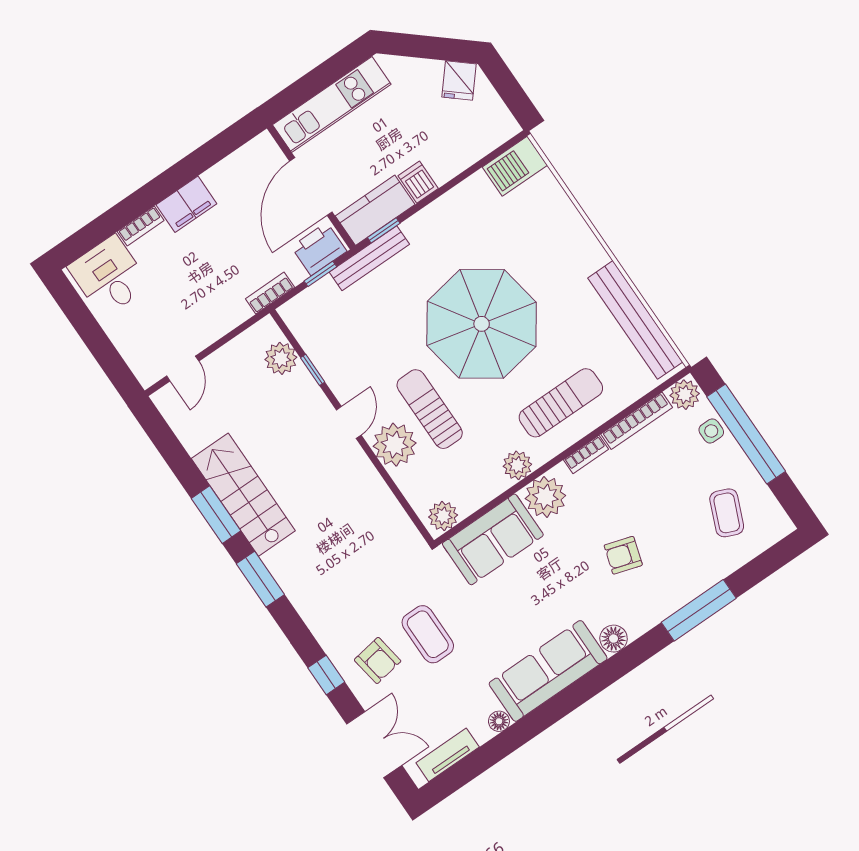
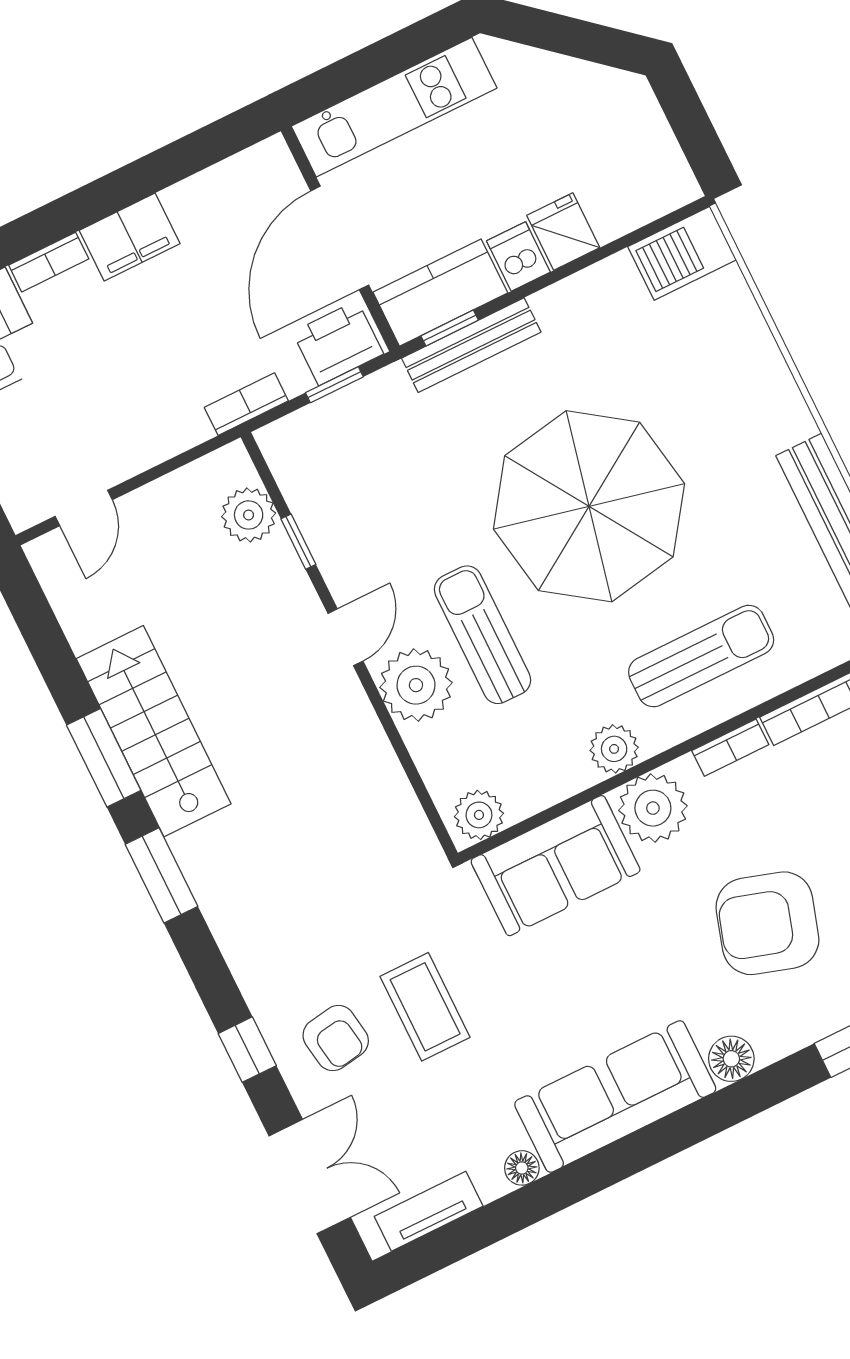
fridge: (459, 80) -> (563, 232), moved, turned 139
bench: (369, 258) -> (471, 345), moved
armchair: (623, 555) -> (767, 923), width x1.88, depth x1.88

